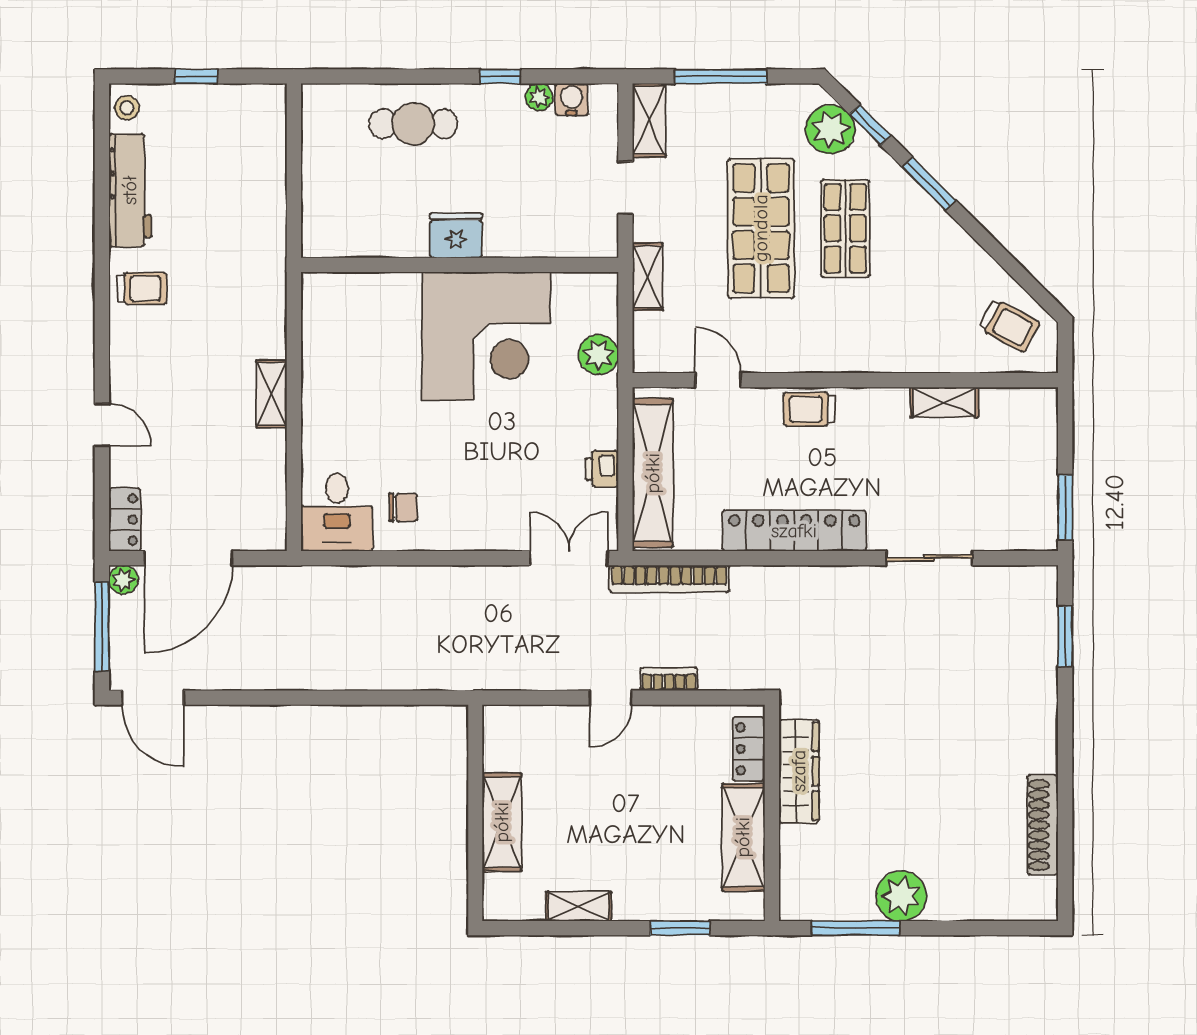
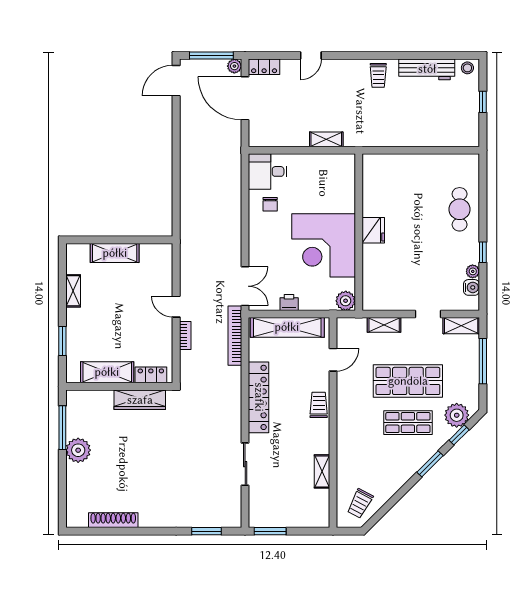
fridge: (456, 236) -> (373, 230), moved
wall: (460, 265) -> (359, 232), moved
corner desk: (486, 336) -> (324, 245), moved

